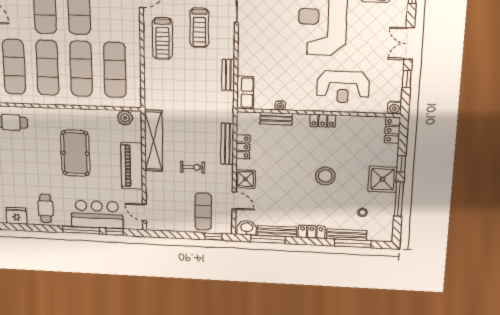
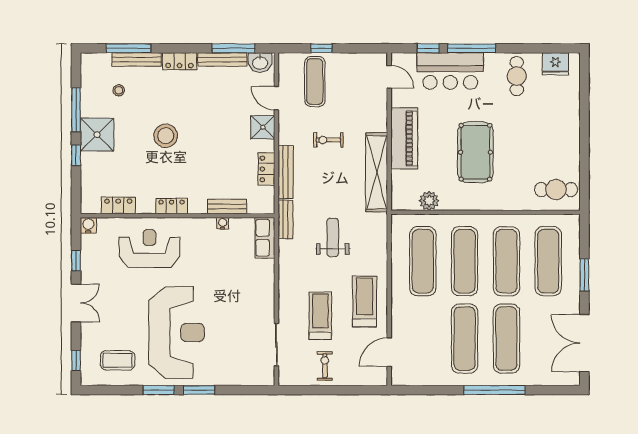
bench: (228, 75) -> (286, 219), moved
weight bench: (189, 91) -> (333, 237), added
plant: (125, 118) -> (429, 201), moved
locker: (392, 130) -> (118, 205), moved, turned -90
window: (213, 237) -> (322, 48), moved

